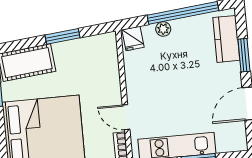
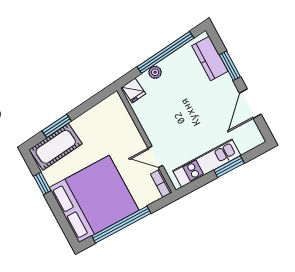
window: (63, 36) -> (57, 126), moved

